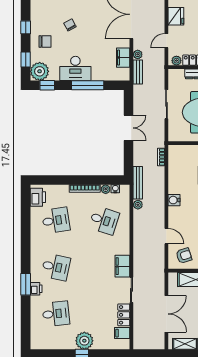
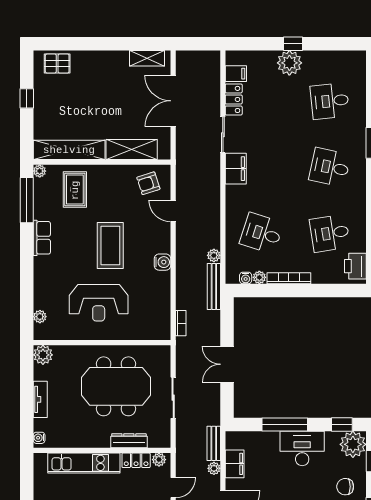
printer: (36, 289) -> (358, 137), removed

